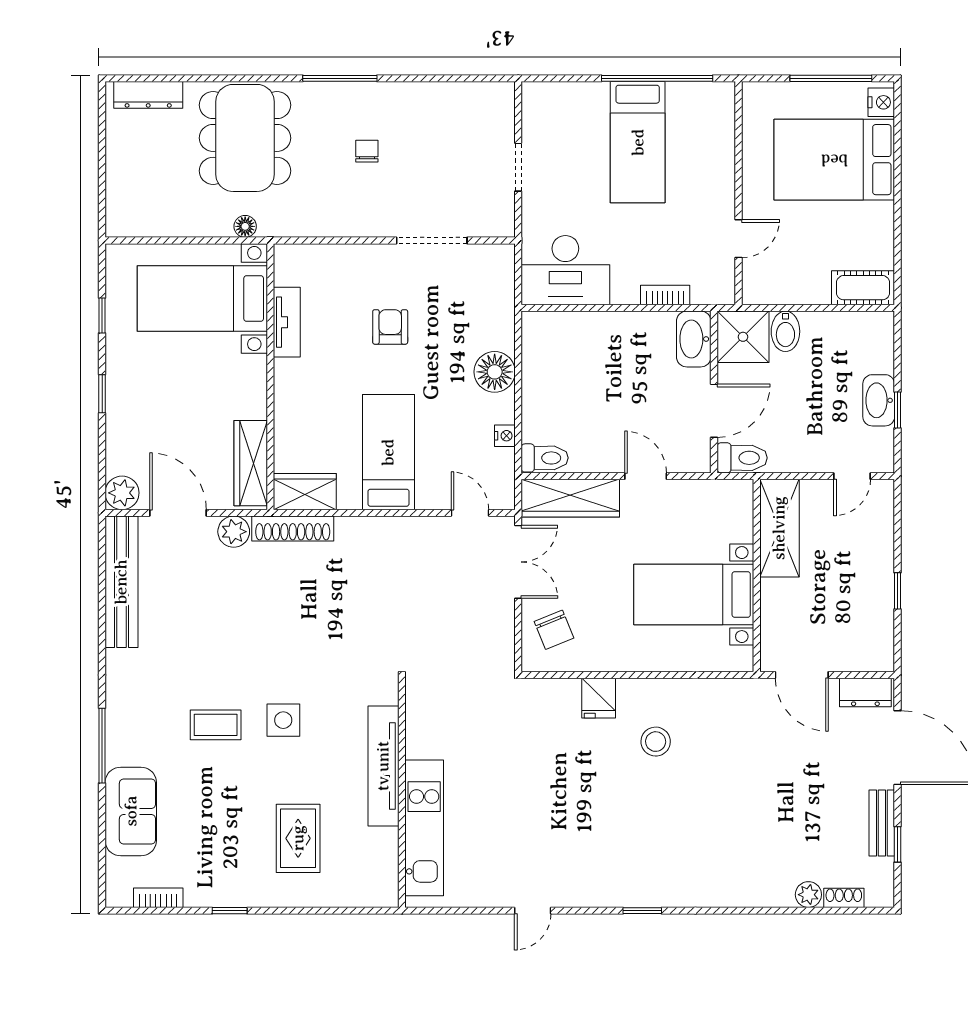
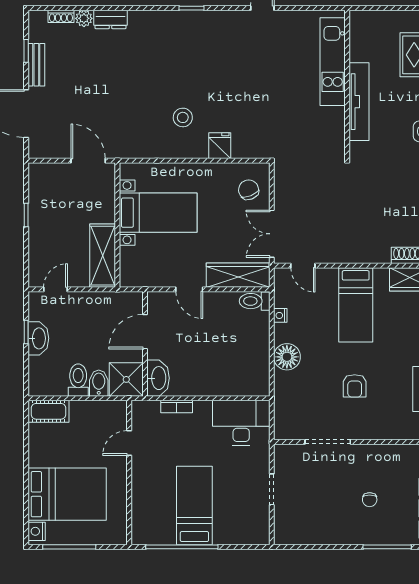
toilet: (742, 458) -> (78, 380), moved, turned 90
dresser: (865, 693) -> (110, 19), moved, turned 180

